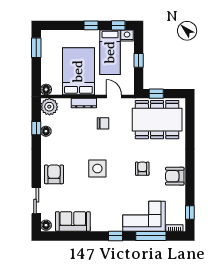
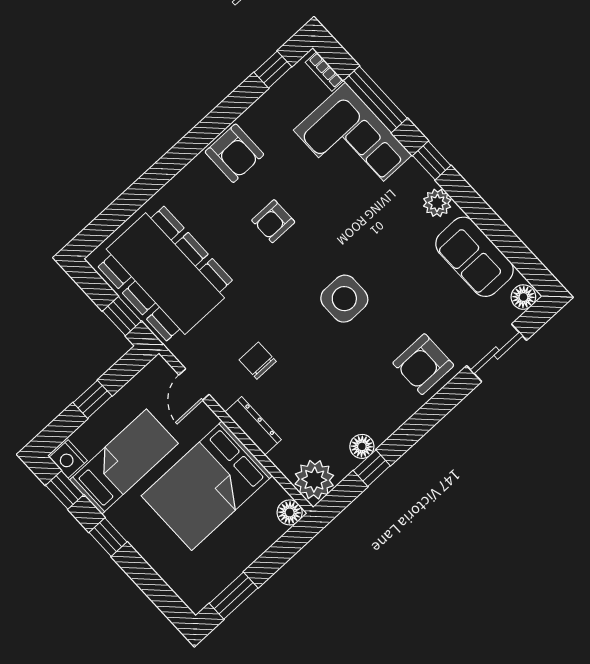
plant: (101, 225) -> (437, 203), added

